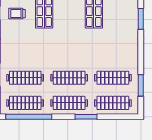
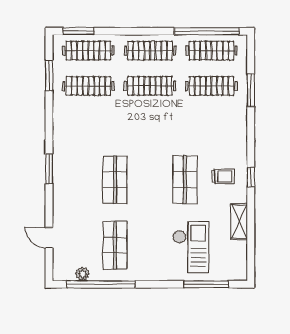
window: (86, 117) -> (78, 31), moved

